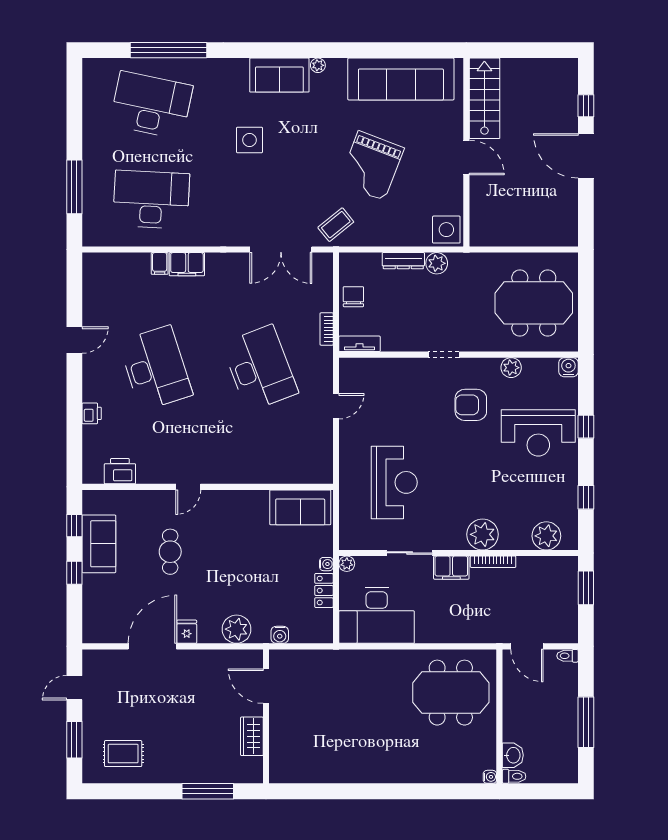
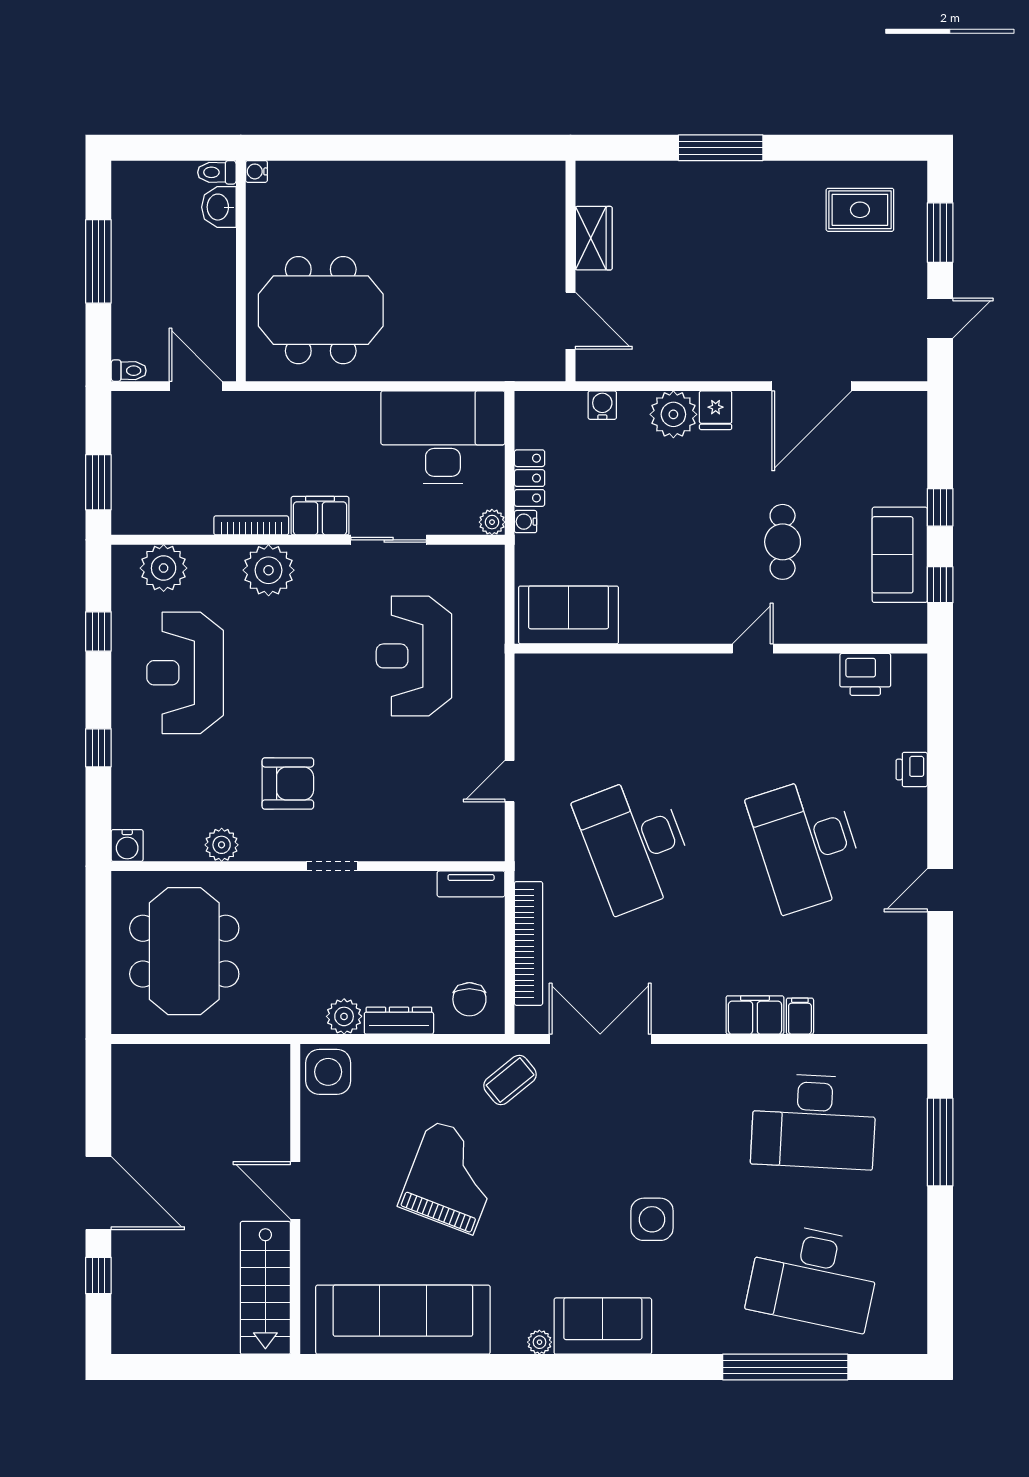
chair: (353, 297) -> (469, 999), moved
meeting table: (534, 303) -> (184, 951), turned 90
bookcase: (327, 329) -> (529, 943), width x2.31, depth x1.31
reception desk: (538, 433) -> (185, 673), moved, turned -90
fridge: (187, 632) -> (716, 410), moved
door: (266, 686) -> (570, 321), moved
wall: (266, 716) -> (570, 271), moved
wardrobe: (252, 736) -> (594, 238), moved

